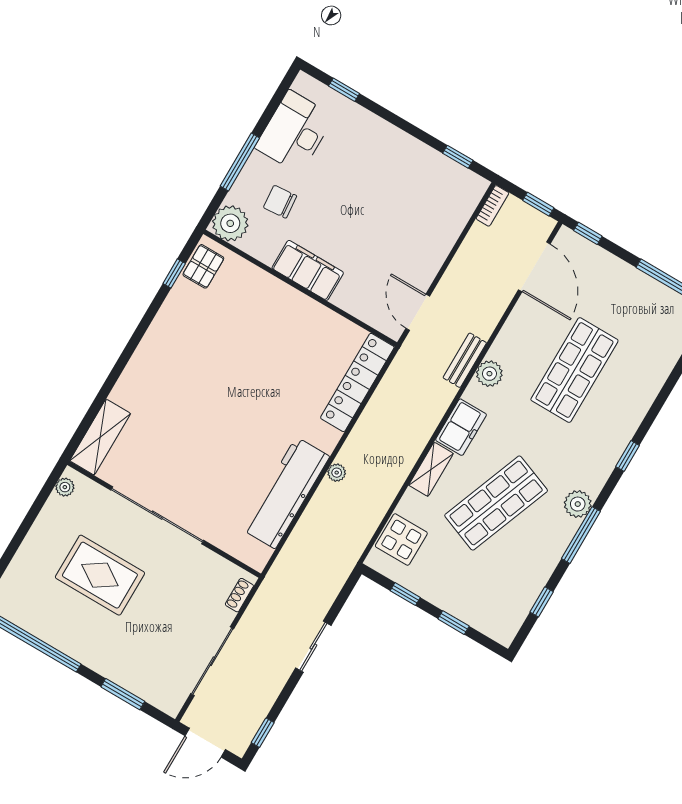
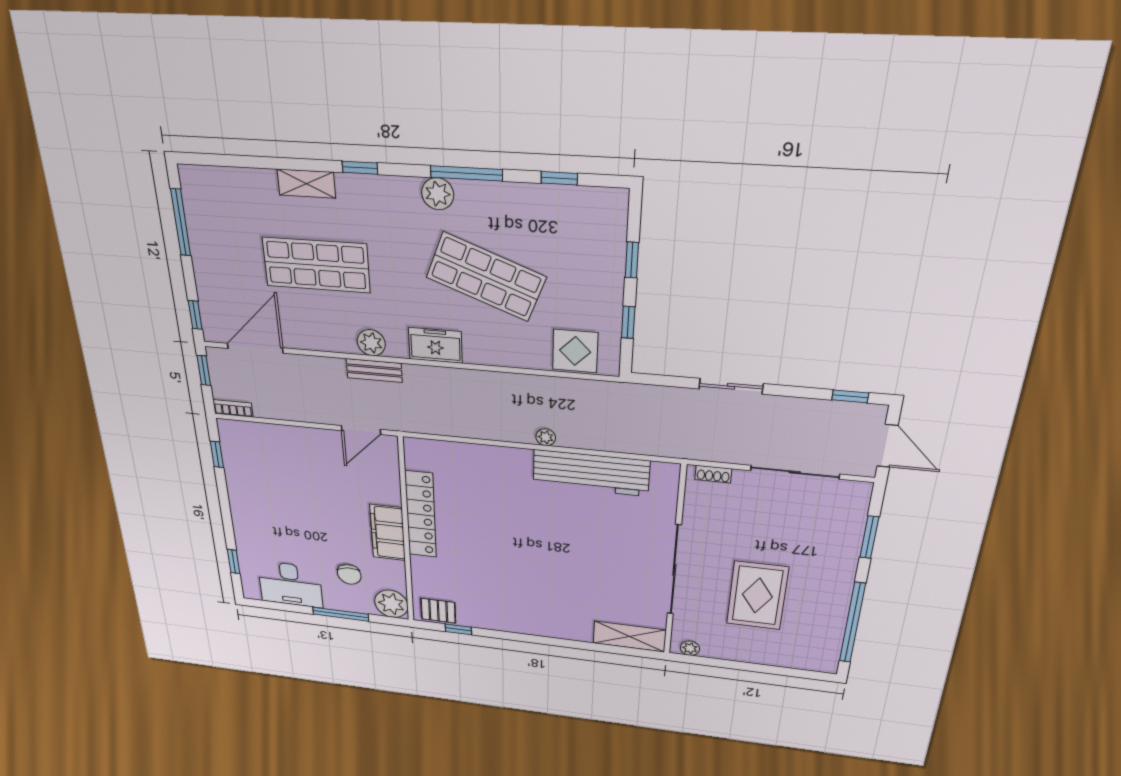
locker: (357, 382) -> (421, 514), moved, turned -90
shelving: (431, 469) -> (306, 184), moved

